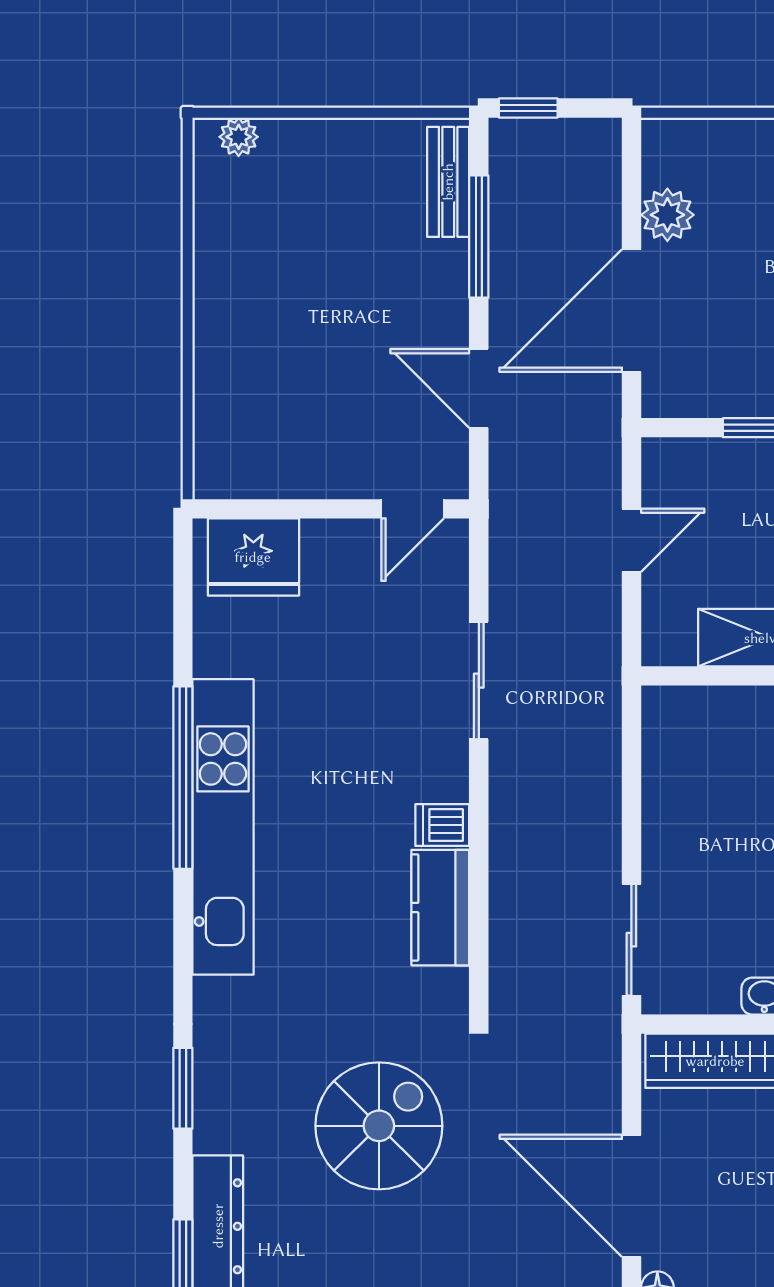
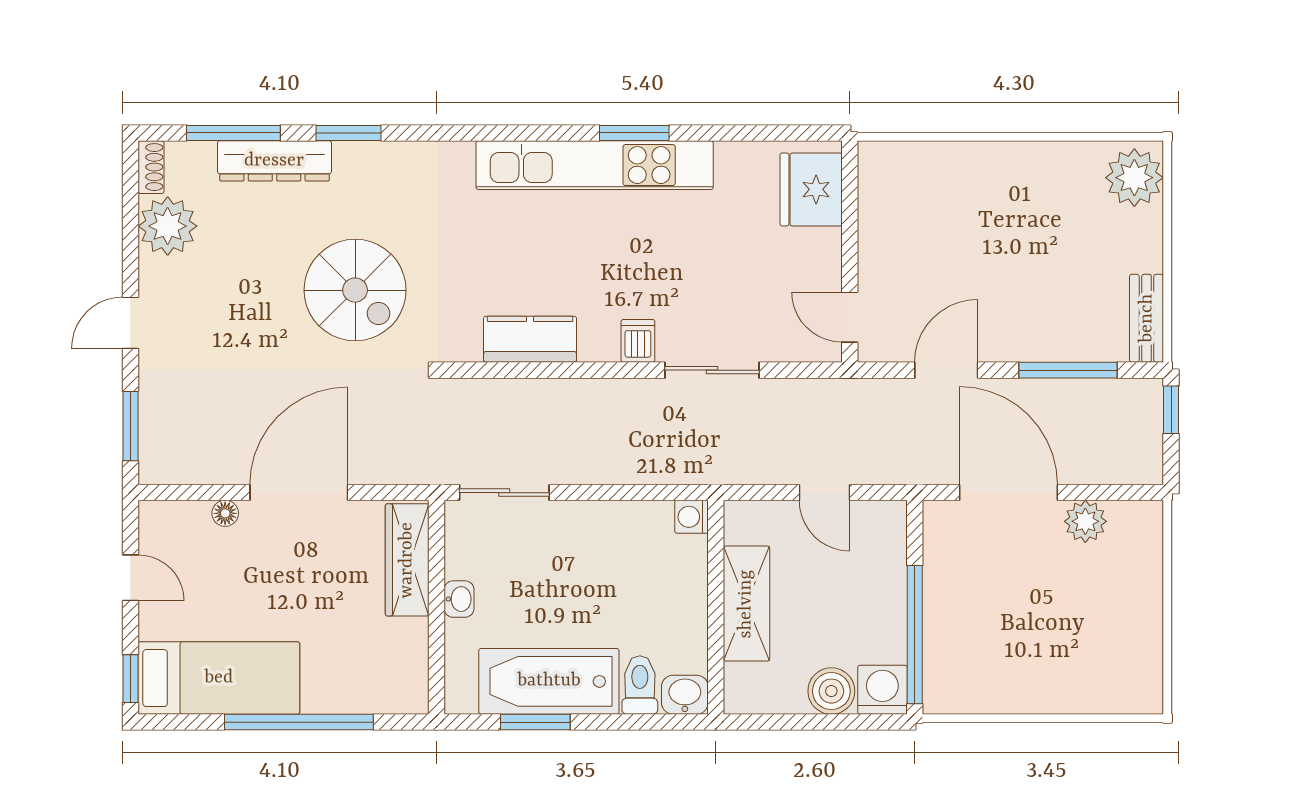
plant: (239, 137) -> (1134, 178), width x1.87, depth x1.87
bench: (448, 182) -> (1147, 318), moved, turned 90
washing machine: (662, 706) -> (691, 517), added
window: (183, 778) -> (634, 133), width x0.47
dishwasher: (442, 825) -> (638, 341), moved
window: (183, 1088) -> (349, 133), moved

